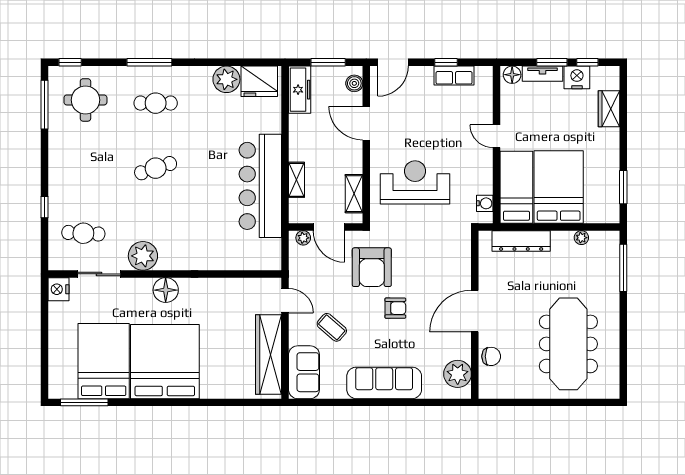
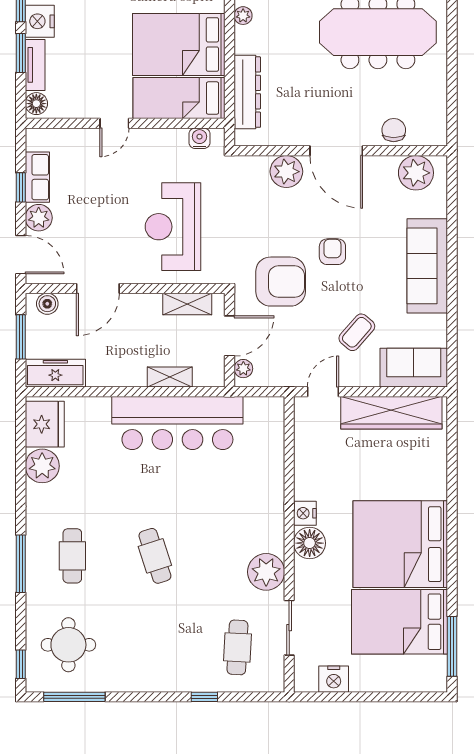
plant: (422, 77) -> (39, 218), added
plant: (459, 272) -> (286, 172), added
nightstand: (189, 286) -> (305, 513), added
nightstand: (58, 289) -> (334, 679), moved

